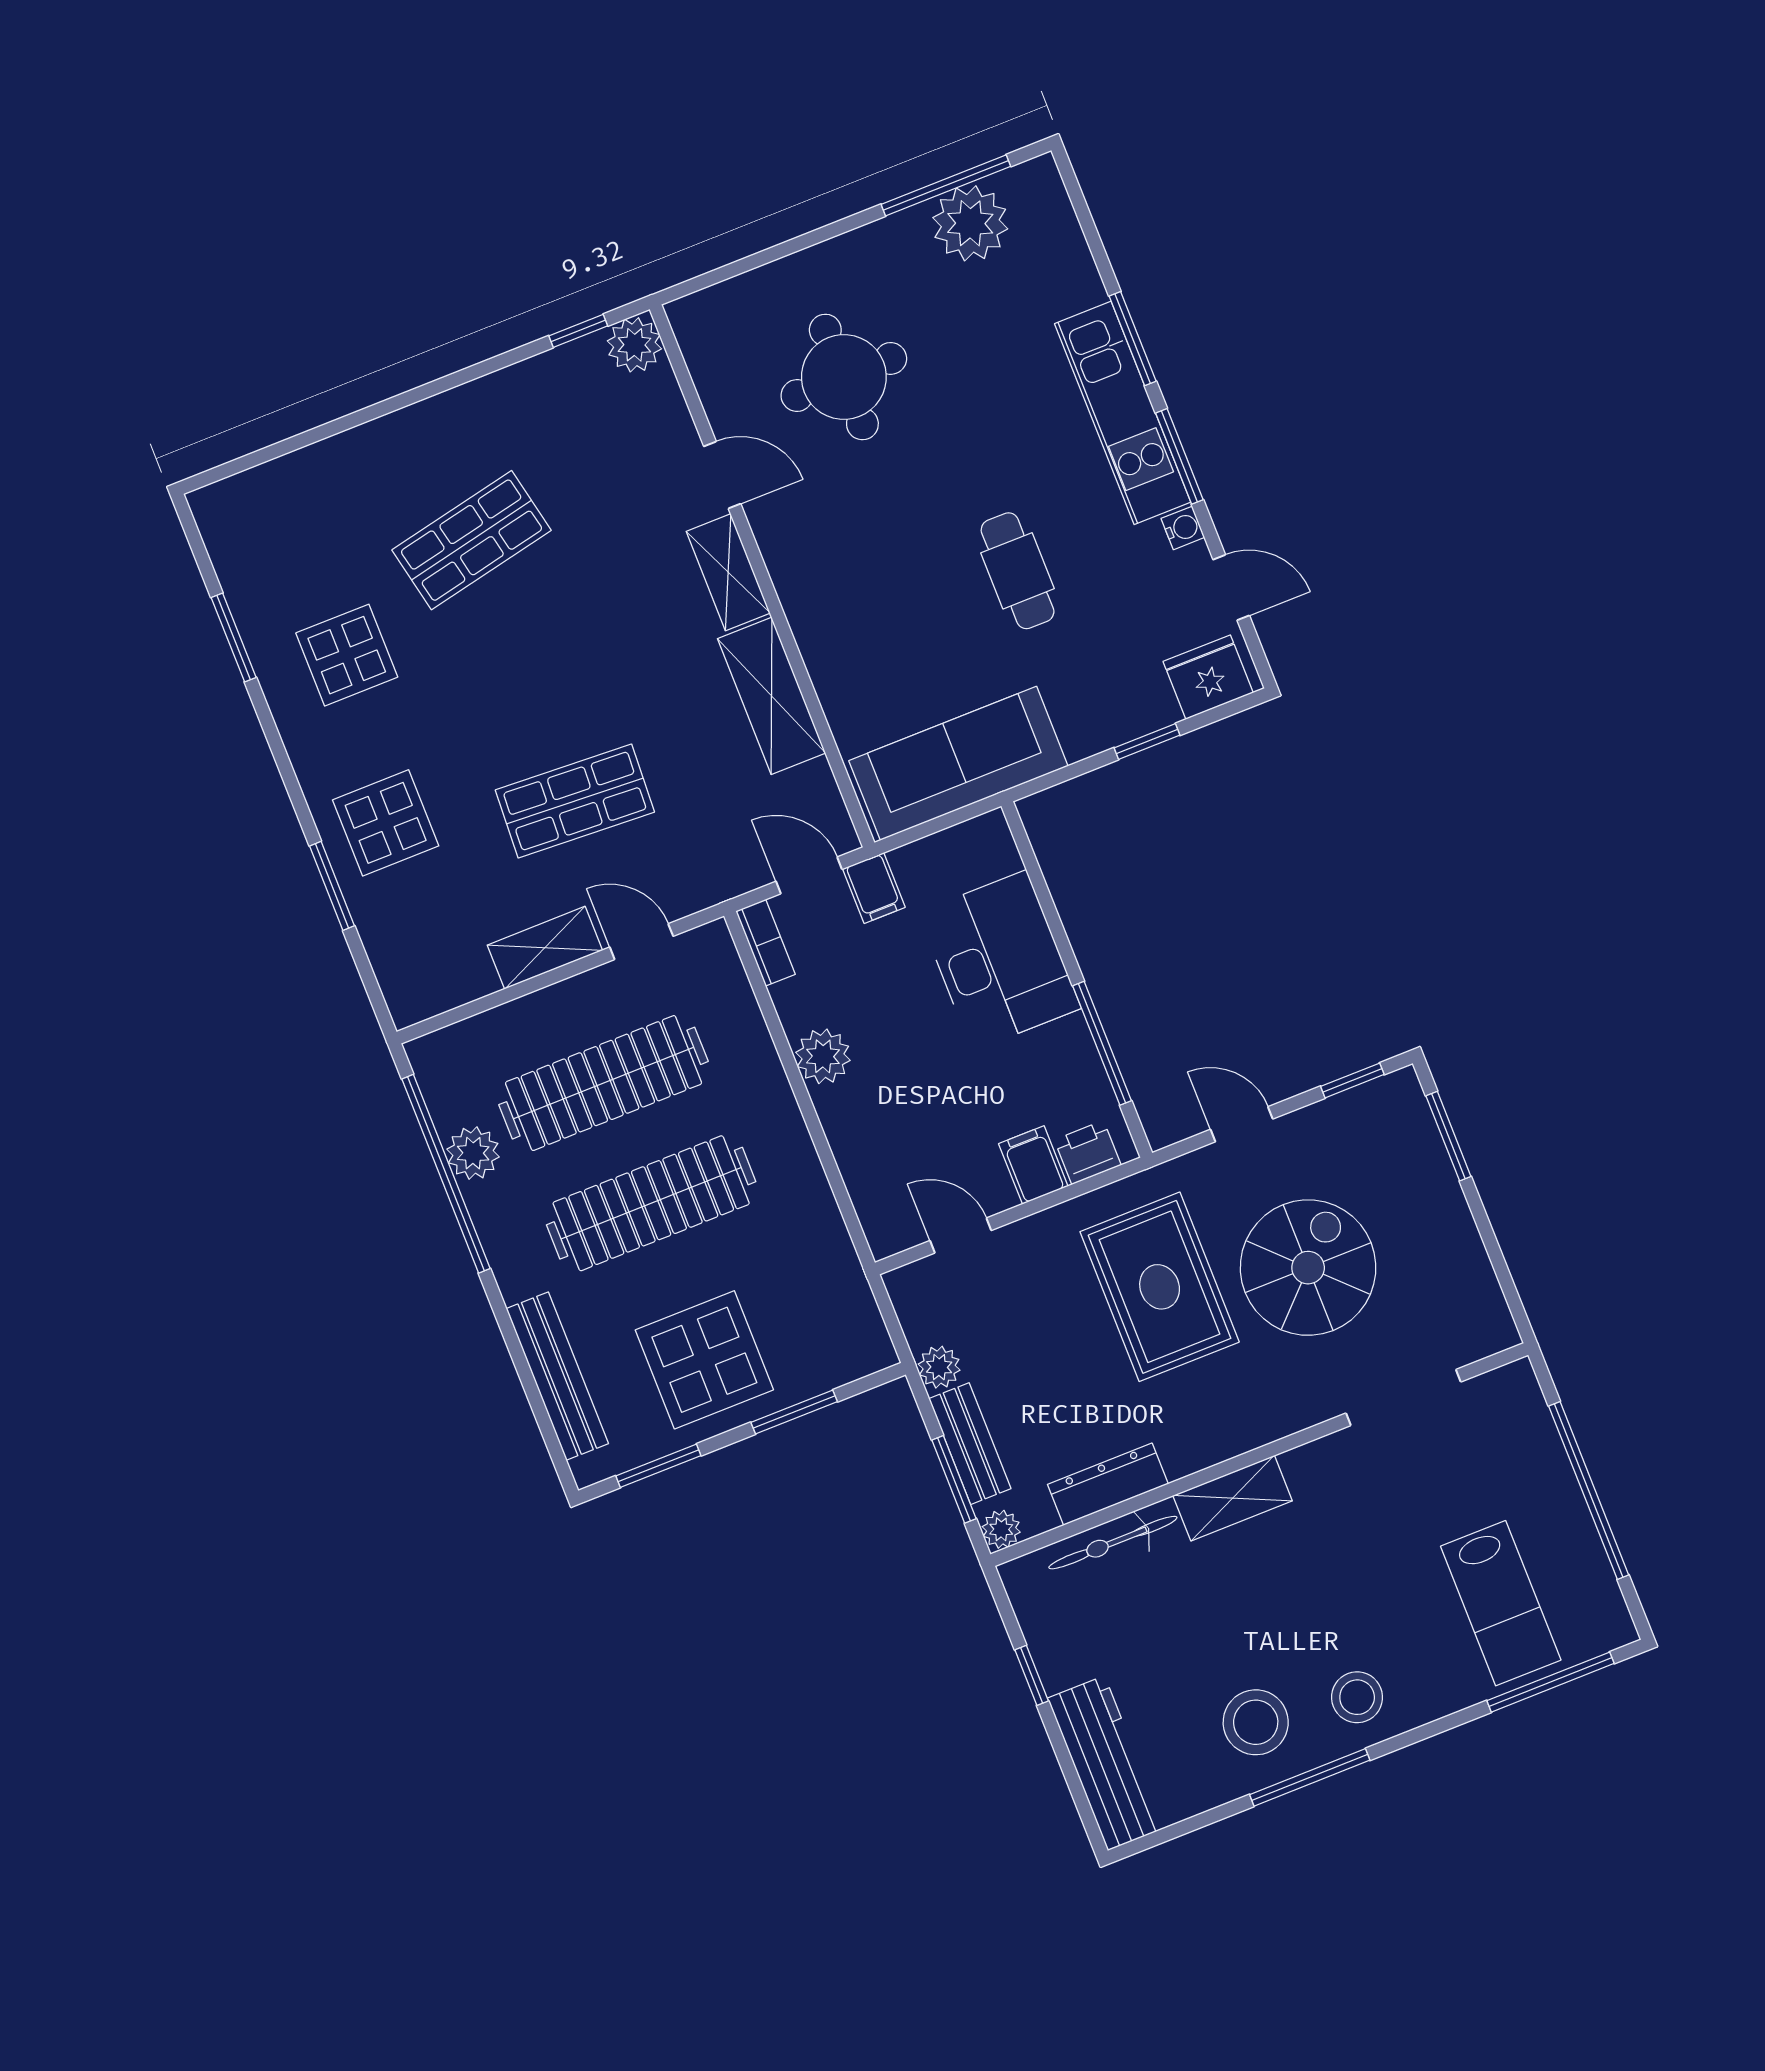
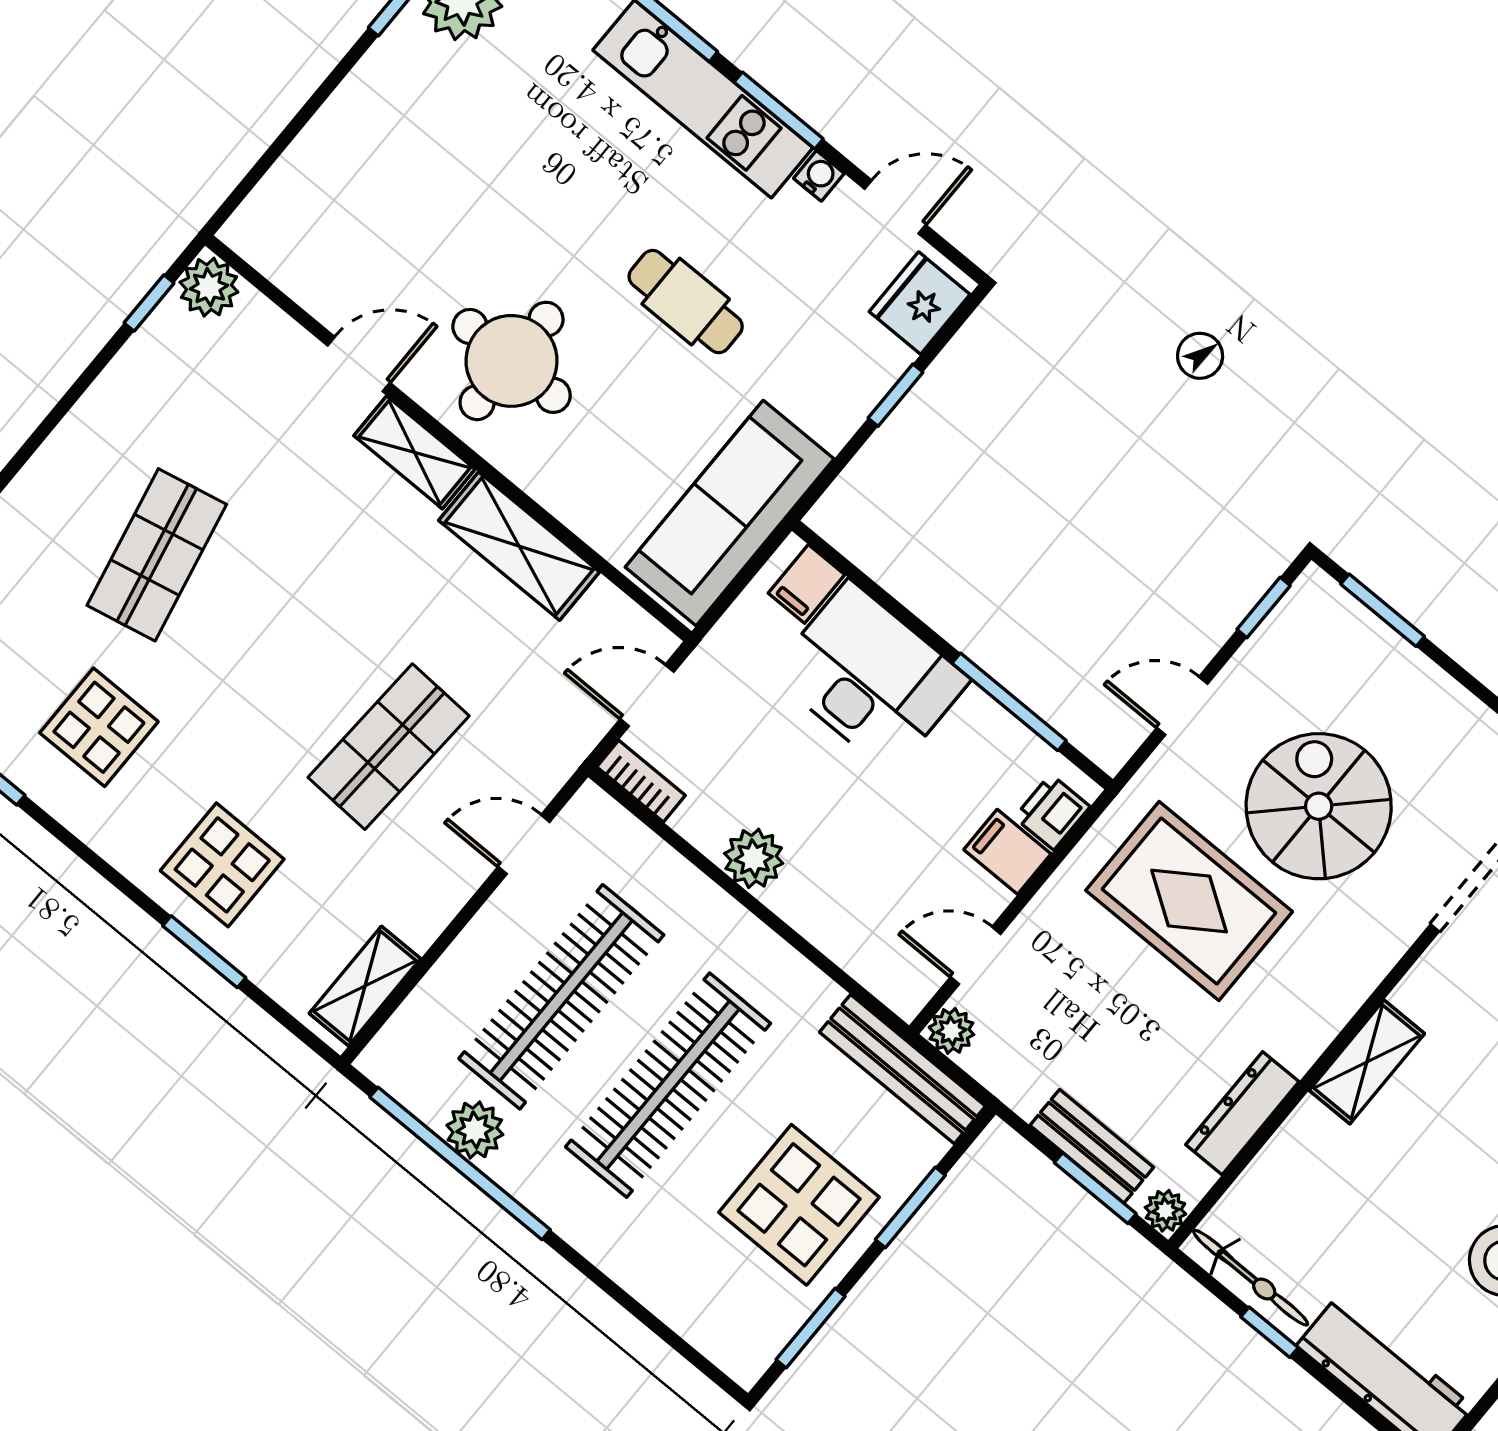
round table: (844, 377) -> (512, 361), moved
filing cabinet: (874, 888) -> (807, 584), moved, turned 90
shelving: (545, 948) -> (365, 986), moved
plant: (939, 1367) -> (951, 1031), moved
bench: (557, 1376) -> (903, 1069), moved
bicycle: (1113, 1543) -> (1251, 1278), moved, turned -90

